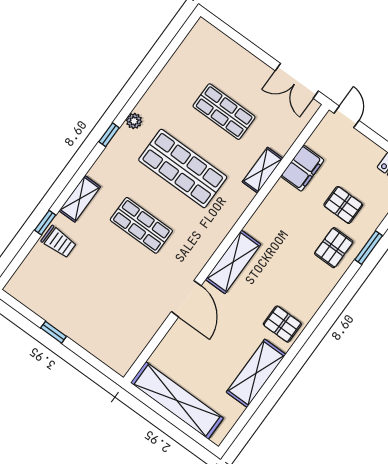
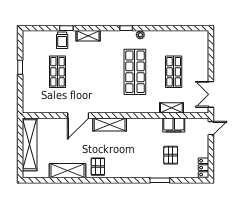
shelving: (263, 170) -> (171, 108), moved
shop shelf: (141, 225) -> (57, 72), moved
pallet: (334, 248) -> (149, 165), removed

